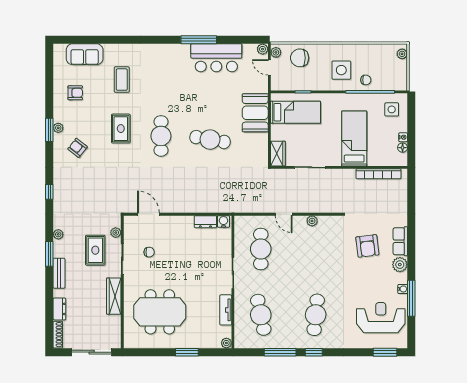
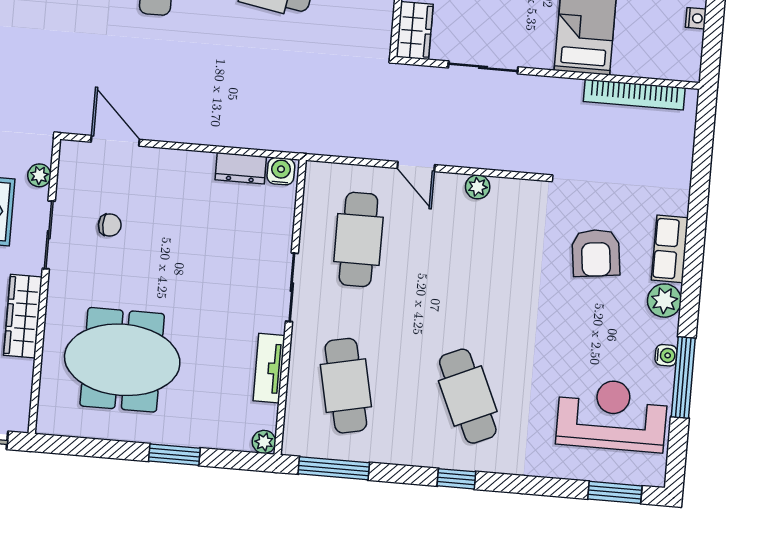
floor lamp: (403, 148) -> (693, 41), removed
cafe table: (316, 315) -> (468, 396), turned -30
window: (280, 352) -> (334, 468), moved

